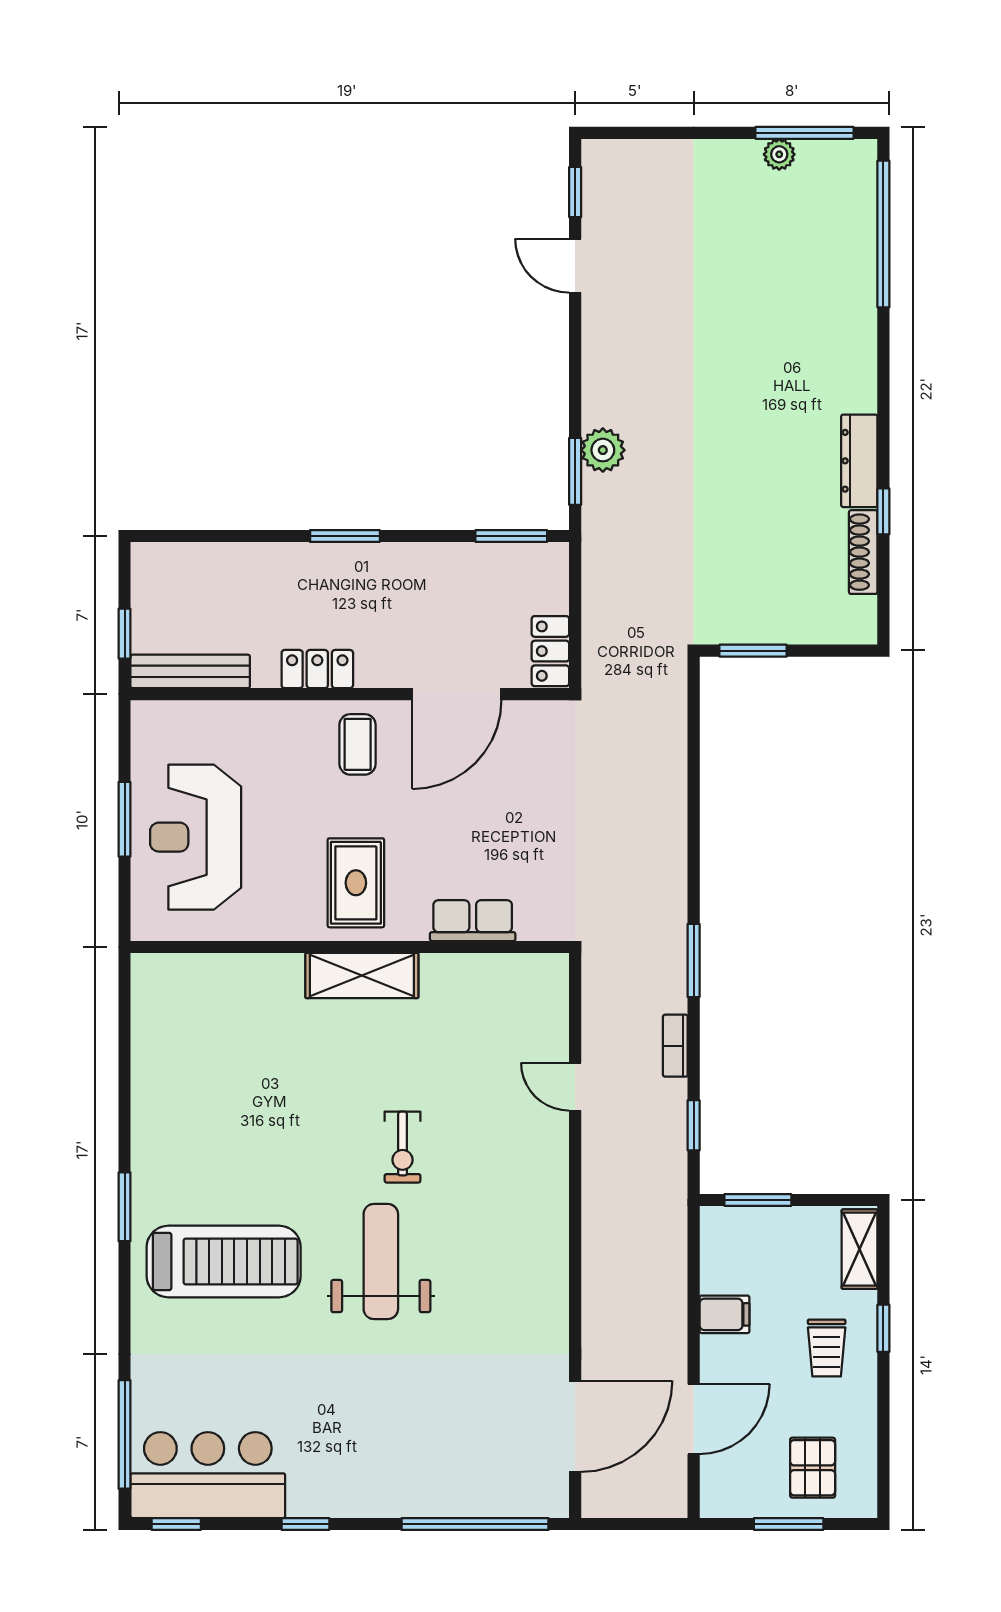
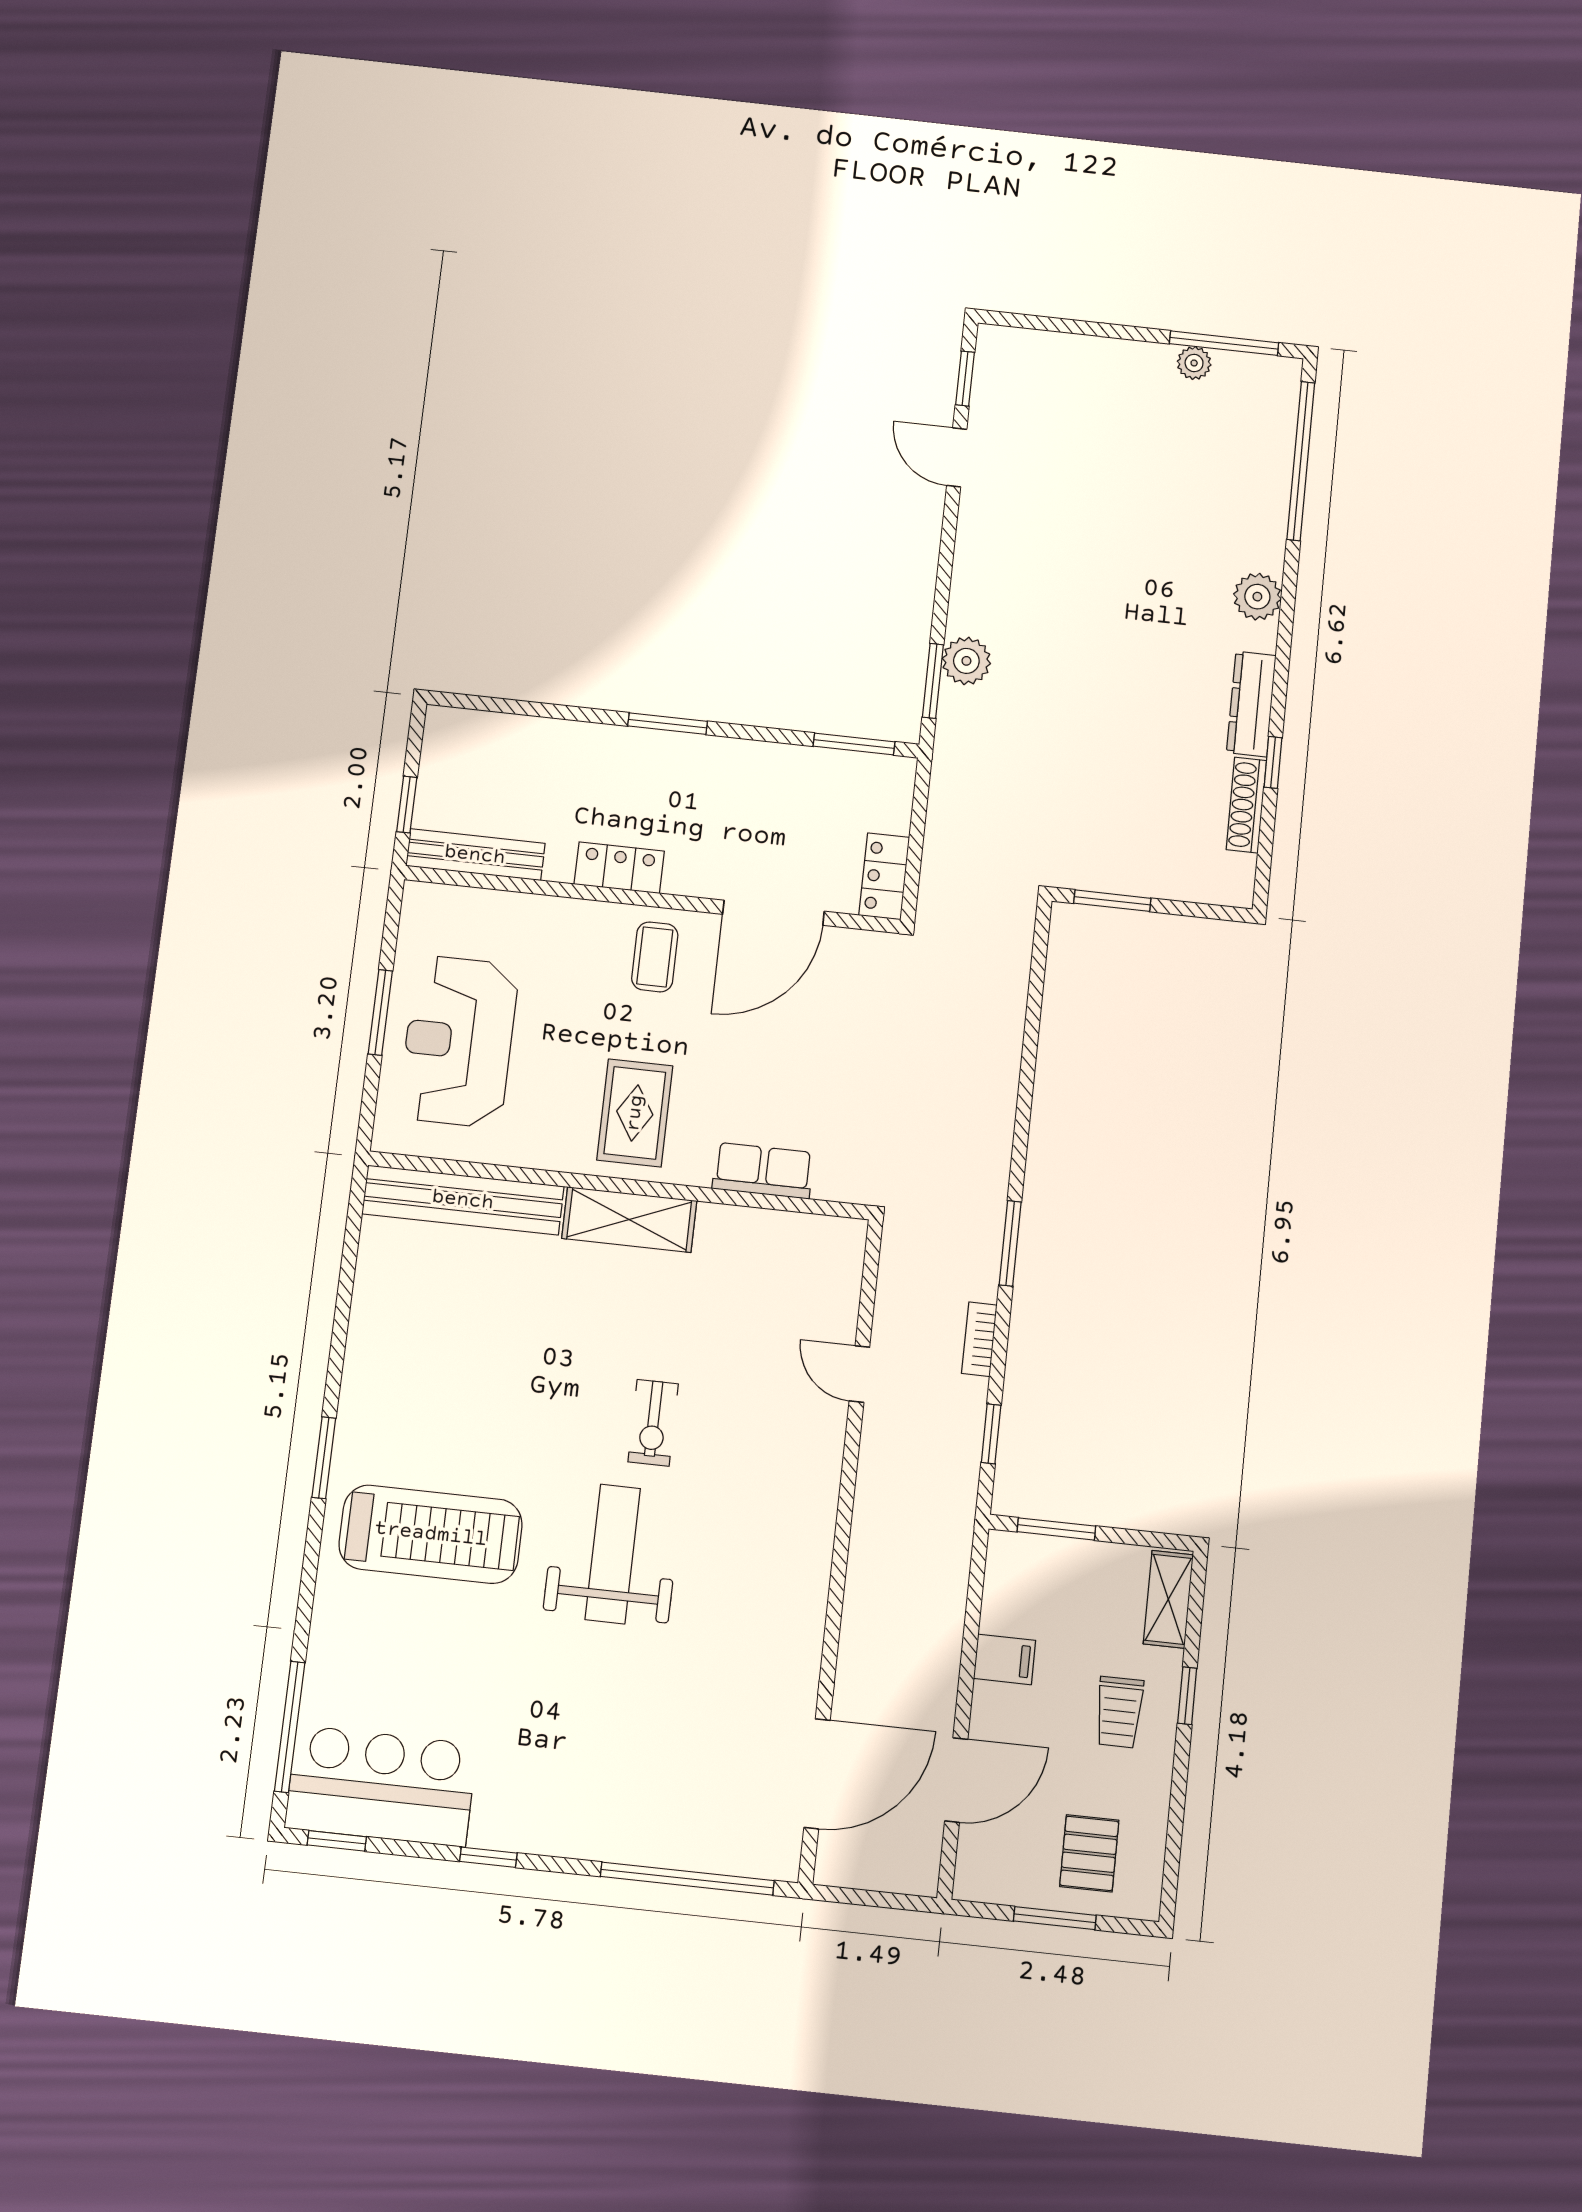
plant: (856, 363) -> (1257, 597), added
bench: (216, 974) -> (463, 1200), added

